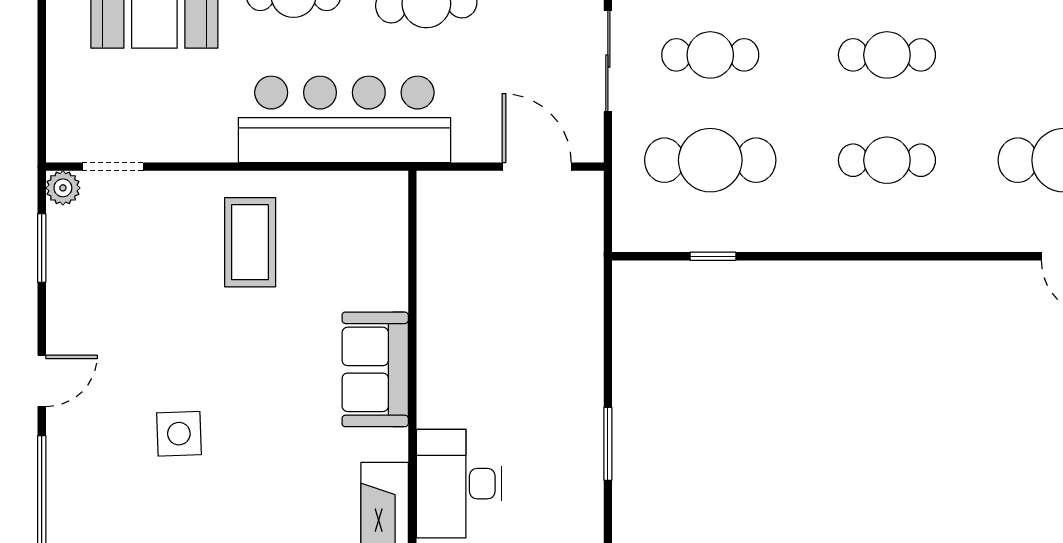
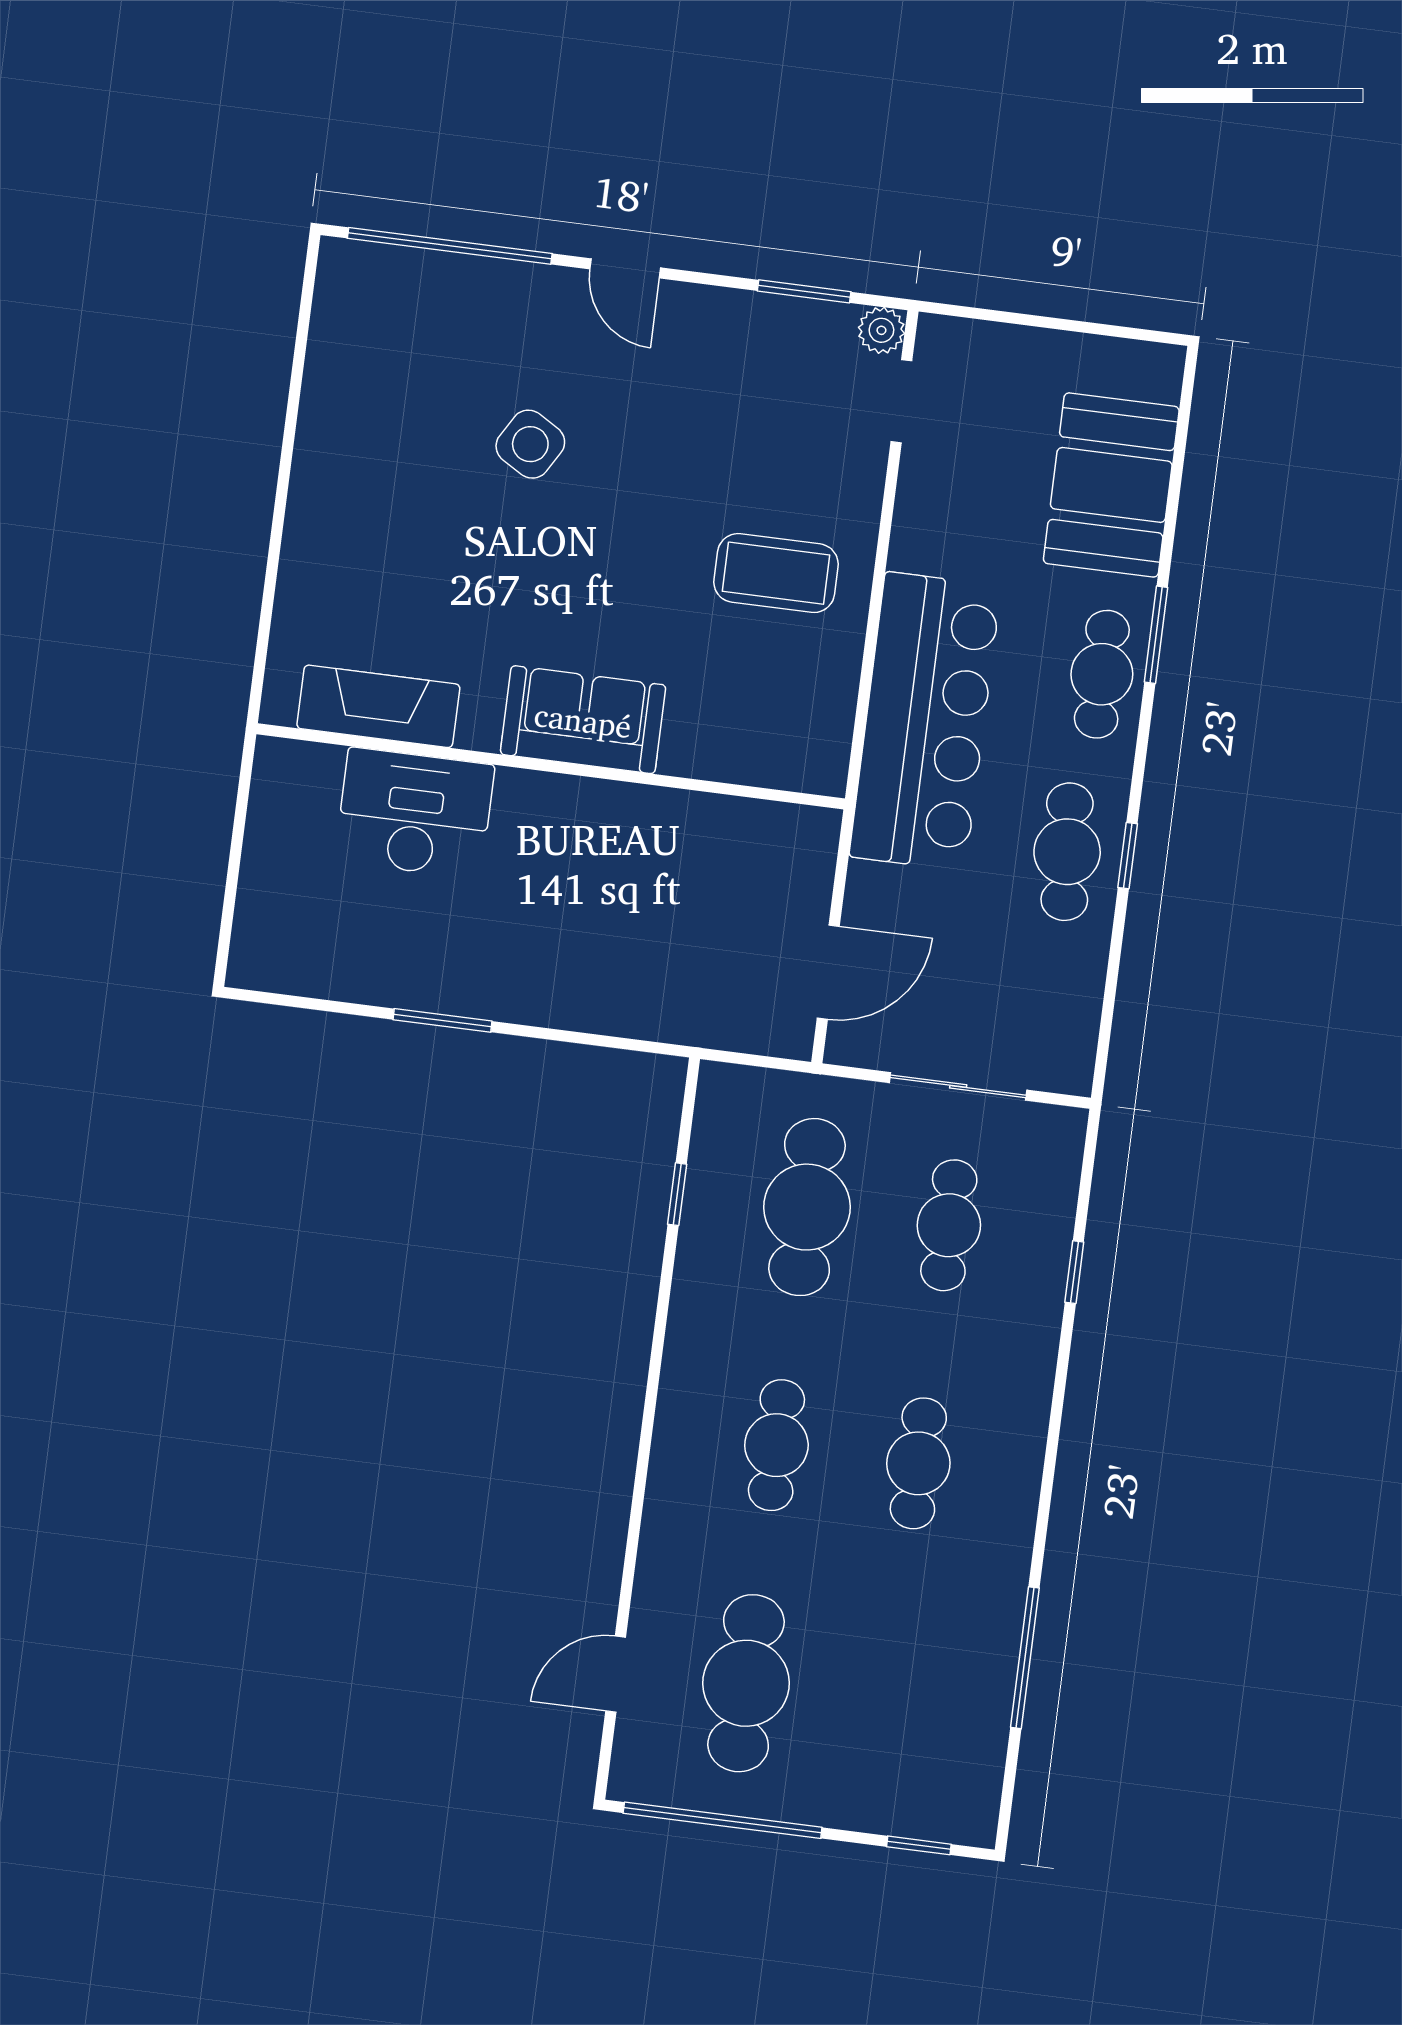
side table: (179, 434) -> (530, 444), turned 33

